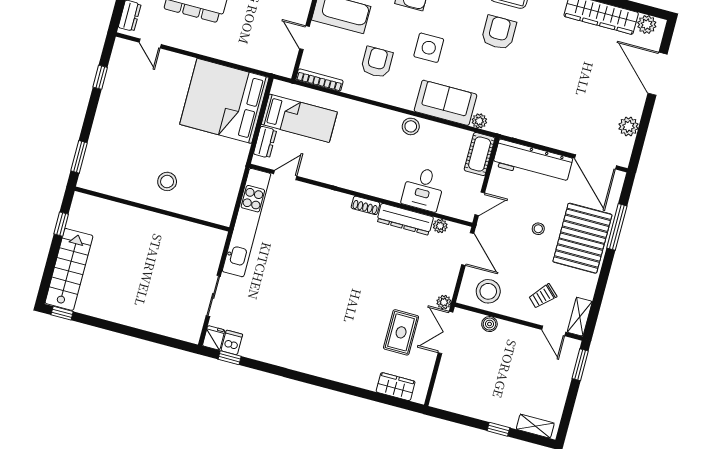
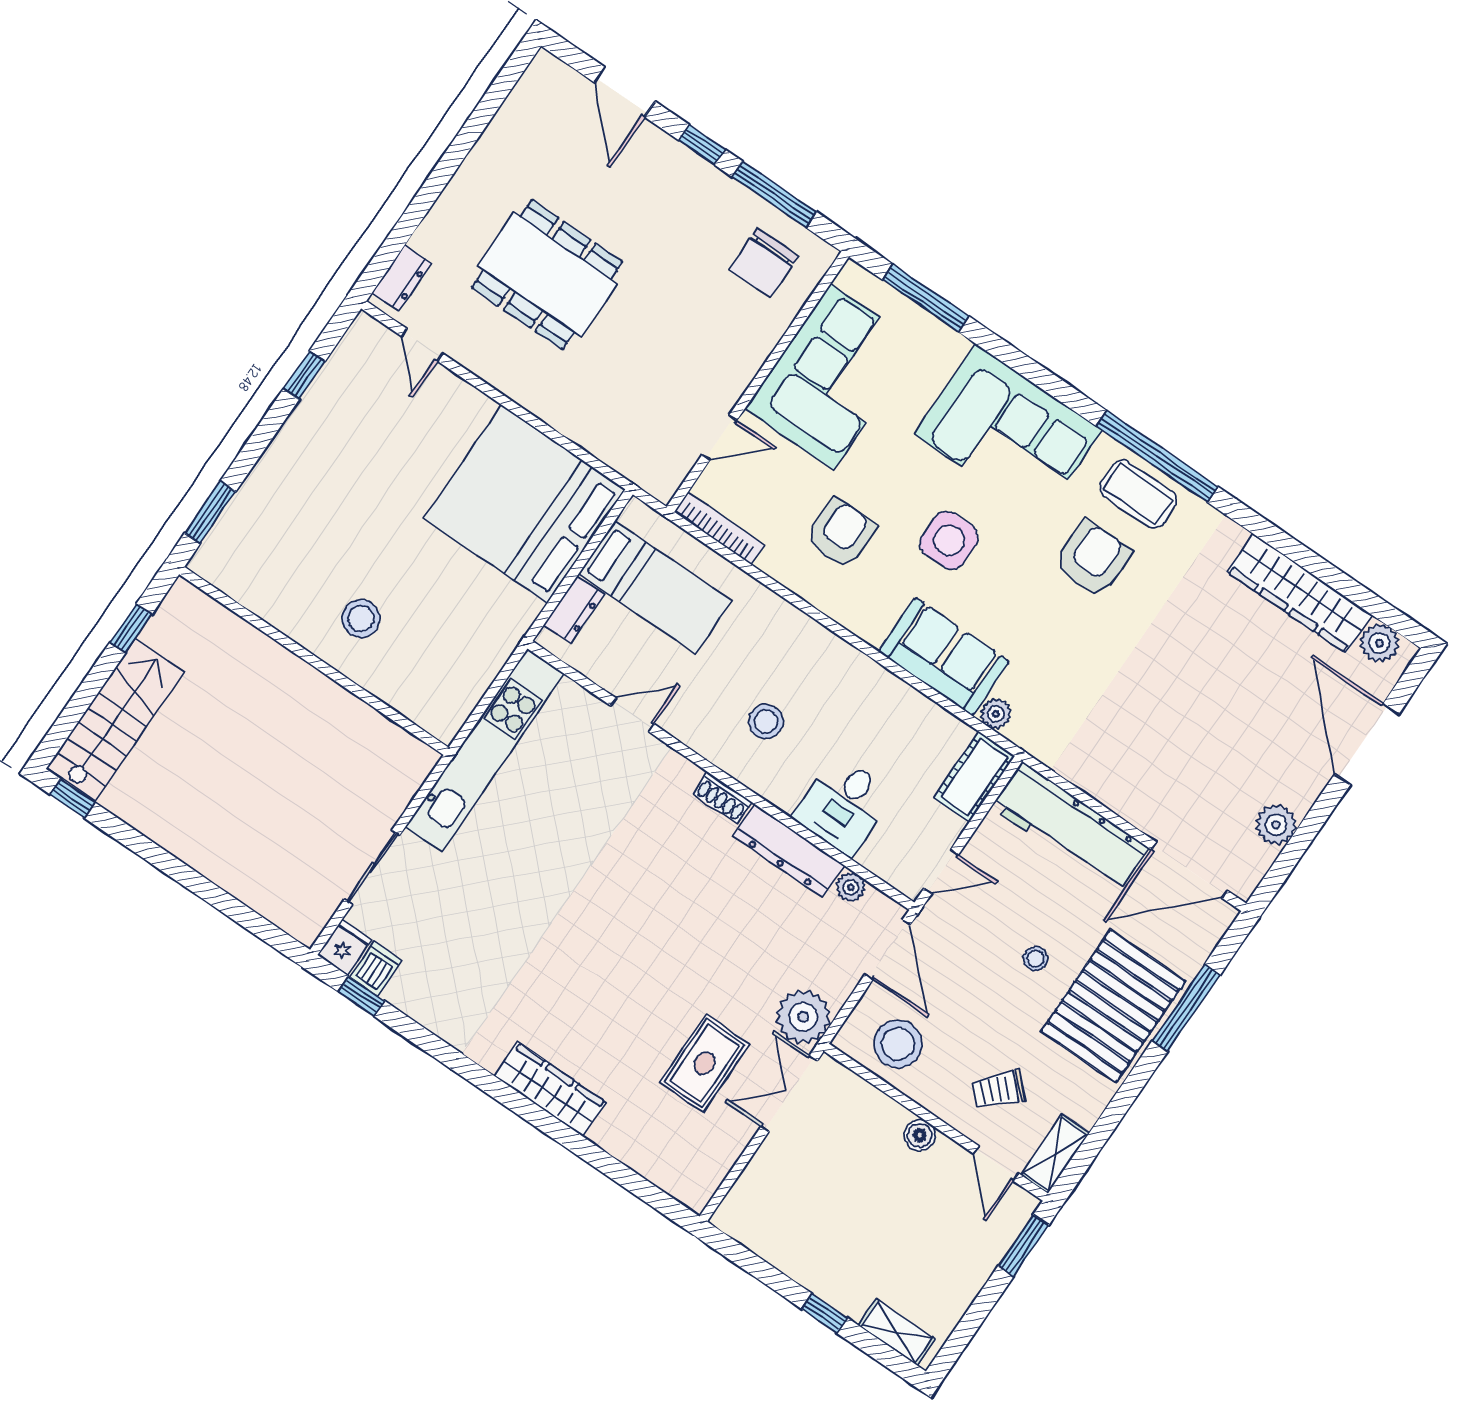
door: (305, 38) -> (720, 438), swing flipped
stool: (411, 126) -> (766, 722), moved
door: (596, 162) -> (1189, 870), hinge flipped
door: (285, 175) -> (632, 715), moved
plant: (444, 302) -> (803, 1017), width x1.87, depth x1.87
boiler: (489, 324) -> (920, 1135), moved
wardrobe: (396, 387) -> (550, 1089), moved, width x1.50

